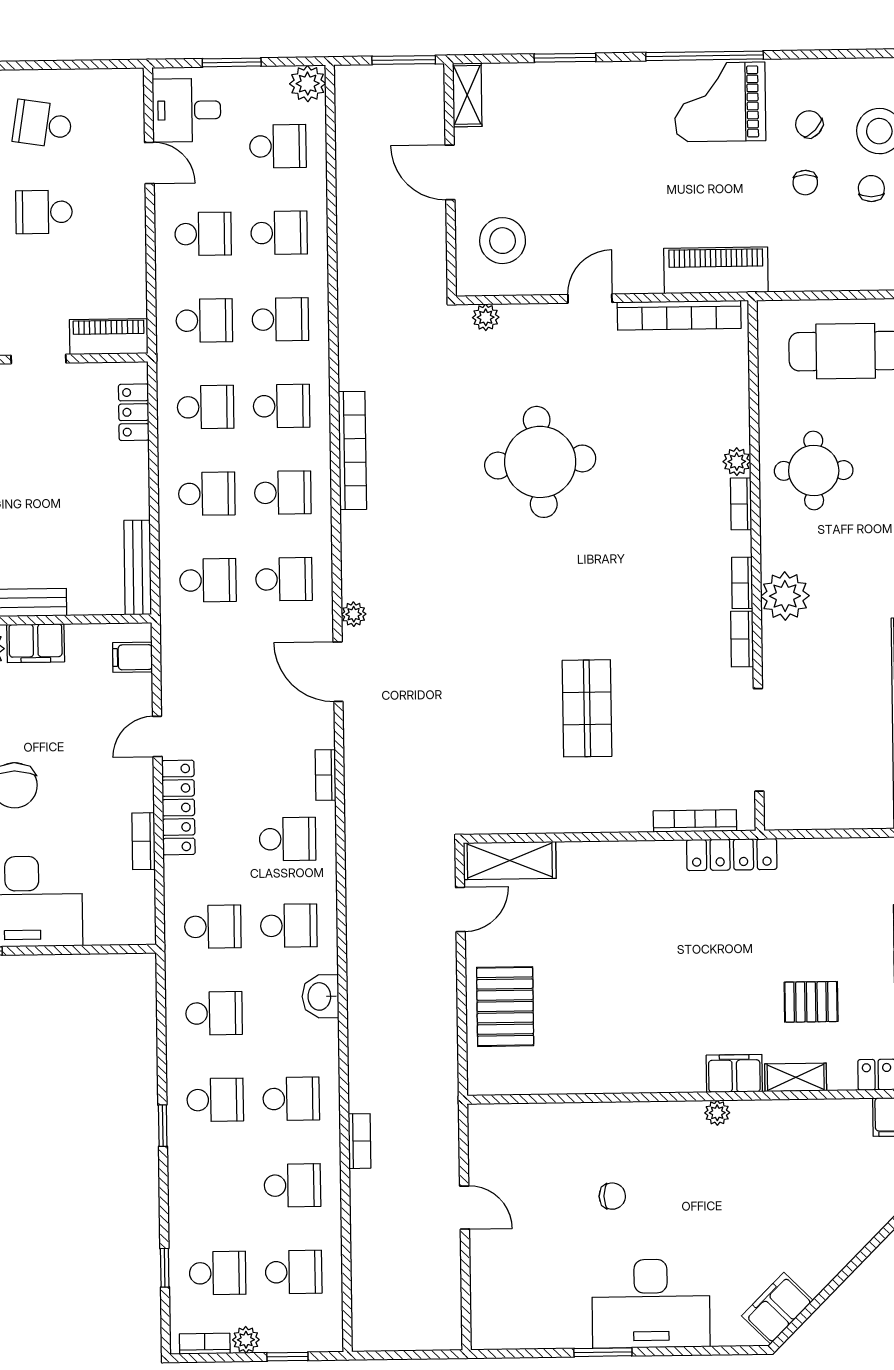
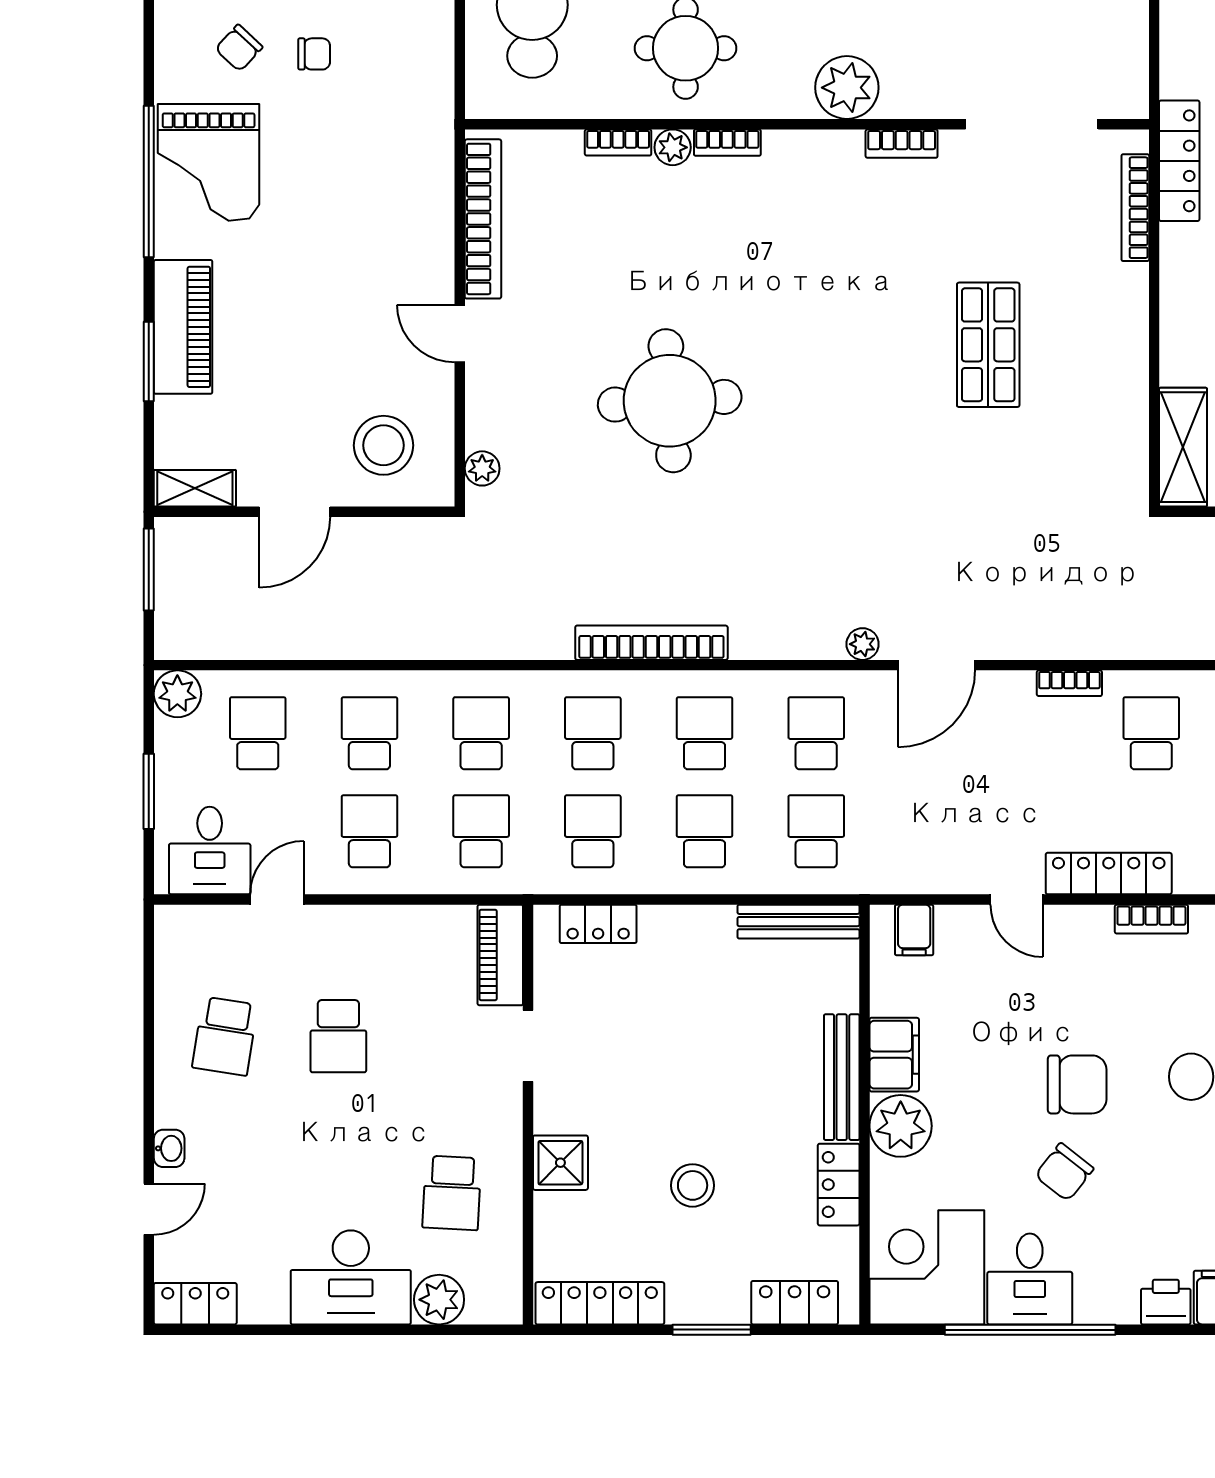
piano: (716, 270) -> (183, 327), moved, turned 180
bookcase: (742, 583) -> (618, 142), moved
shop shelf: (587, 708) -> (988, 345), turned 90

